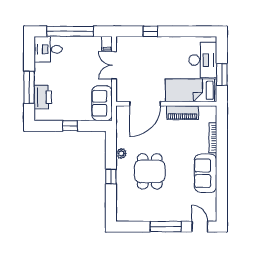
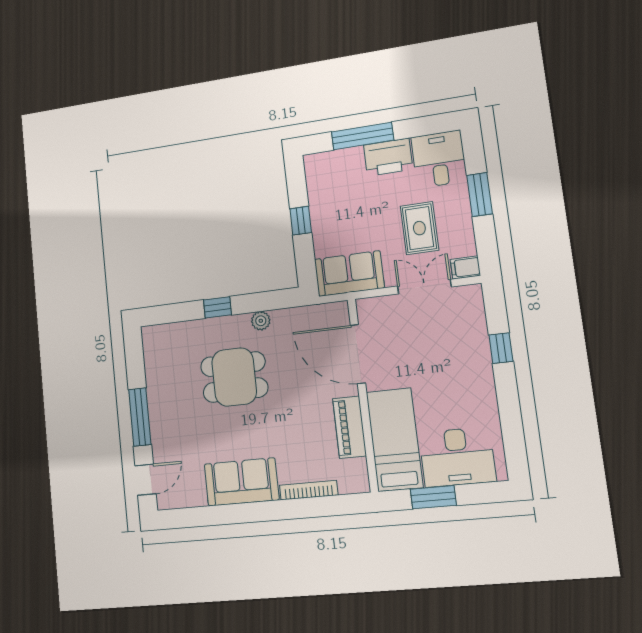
window: (70, 31) -> (480, 195), width x0.47
rug: (83, 64) -> (419, 228), added
printer: (43, 97) -> (388, 157), moved

